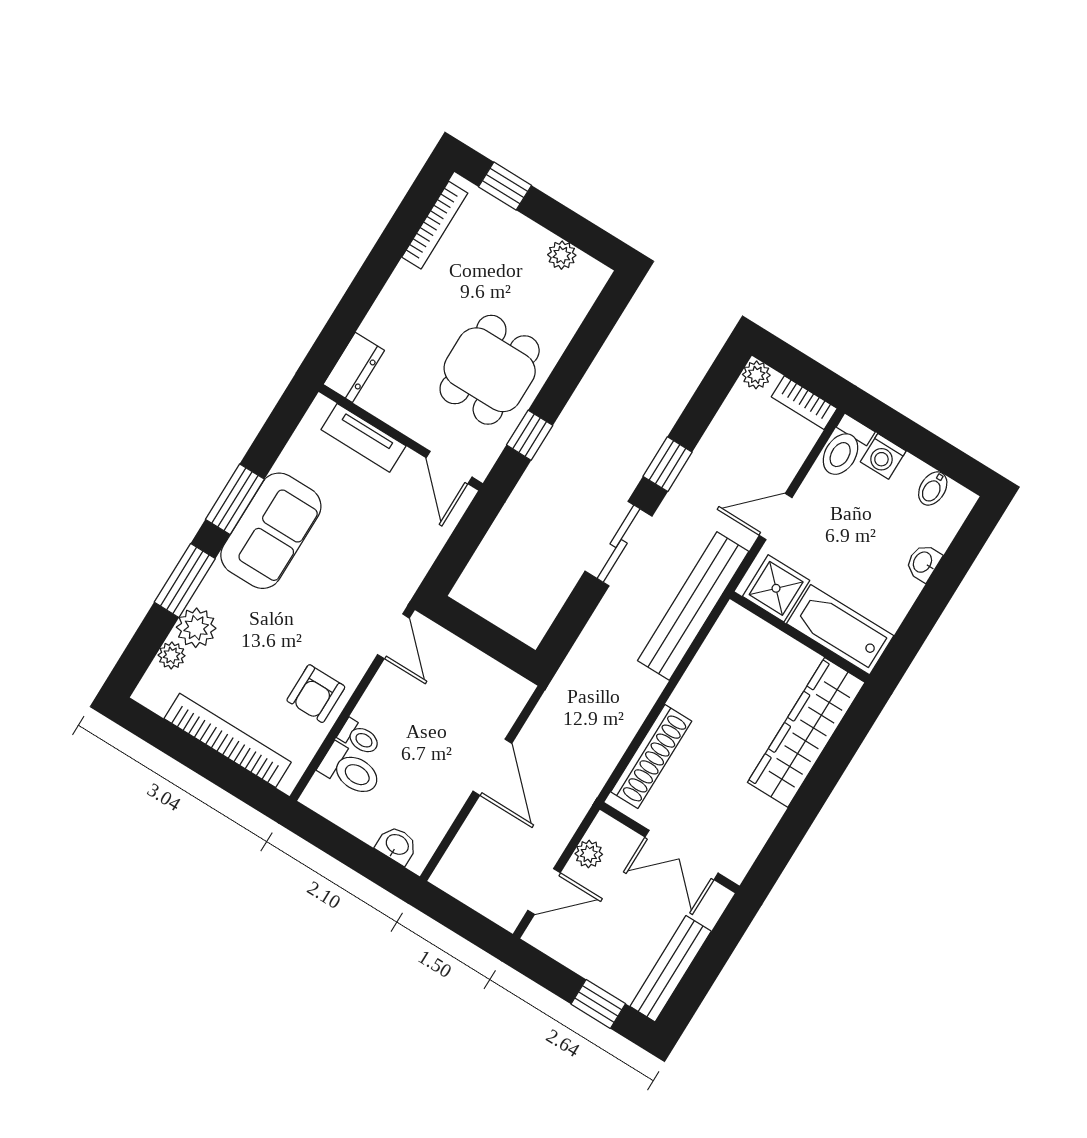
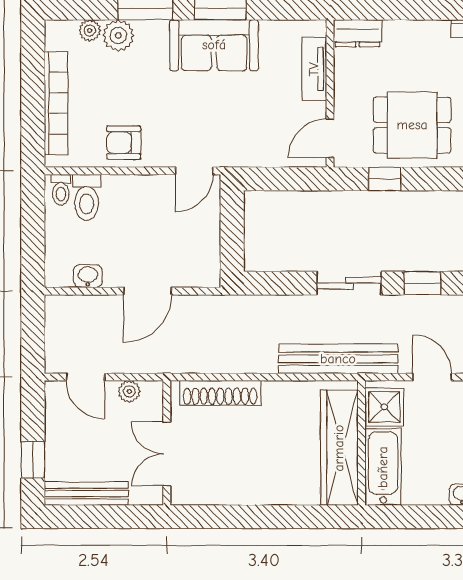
wardrobe: (806, 732) -> (339, 448), moved, turned -90
toilet: (359, 737) -> (61, 190), moved
washbasin: (397, 845) -> (88, 276), moved, turned -90

